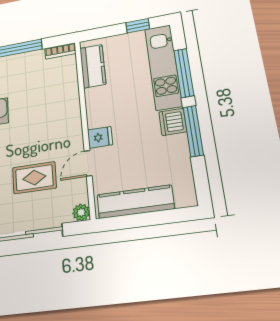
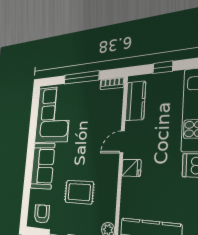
window: (138, 26) -> (163, 67), moved
door: (88, 163) -> (122, 142), moved

